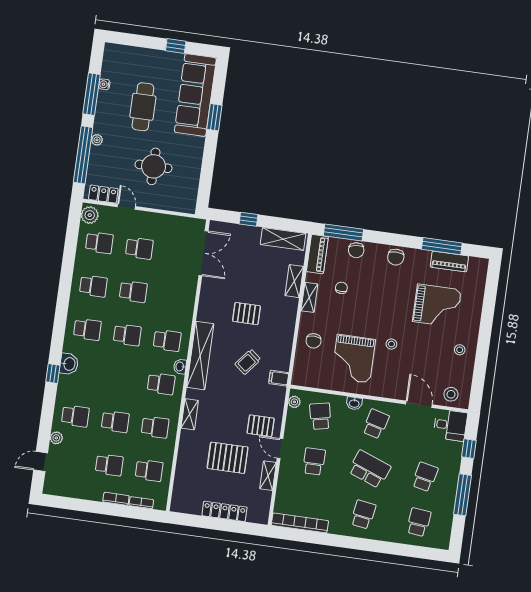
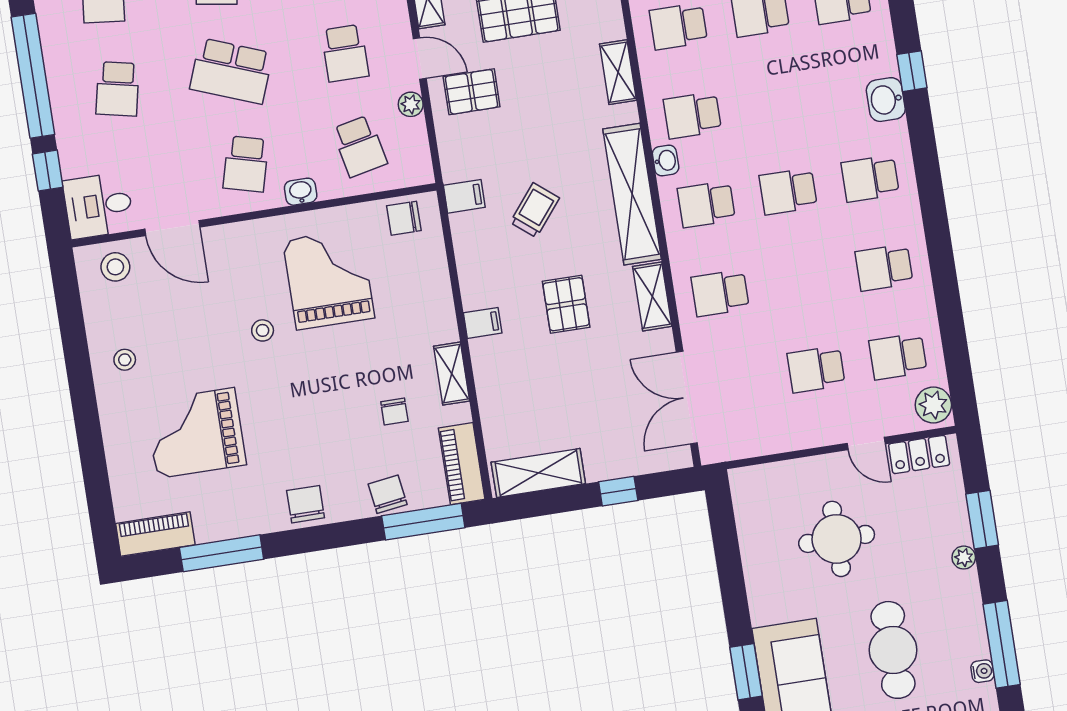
window: (83, 155) -> (982, 520), width x0.47
piano: (449, 262) -> (155, 534), moved
shelving: (294, 281) -> (652, 296), moved
school desk: (133, 292) -> (720, 293), moved
pallet: (246, 314) -> (566, 304), turned 90
filing cabinet: (288, 317) -> (483, 323), added
chair: (314, 341) -> (404, 218), moved, turned -90
plant: (294, 402) -> (411, 104), moved
window: (462, 495) -> (33, 76), width x1.46

